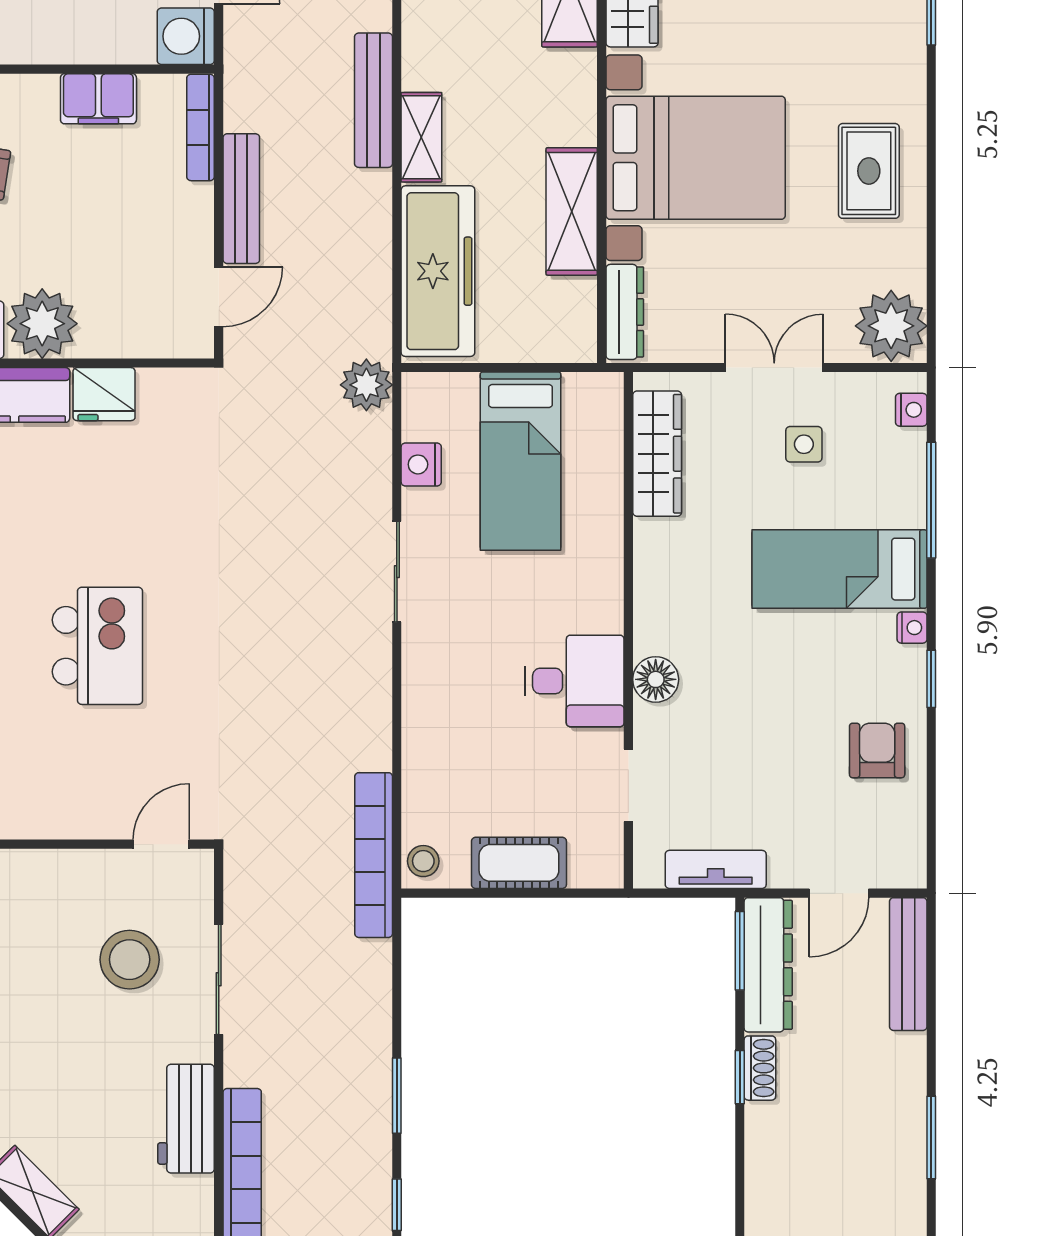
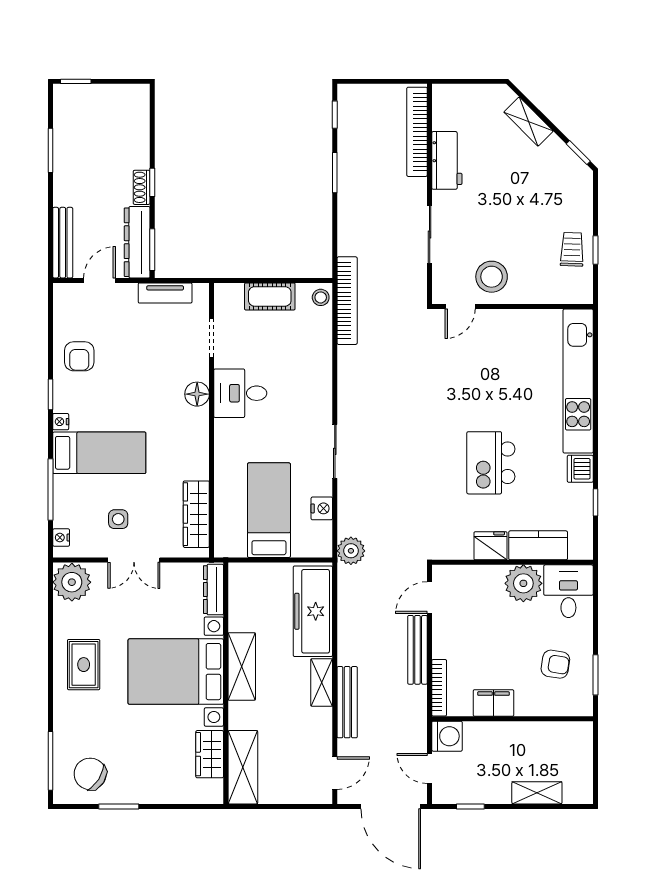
shelving: (572, 211) -> (242, 666), moved
kitchen island: (97, 646) -> (491, 463), moved
stool: (130, 960) -> (492, 277), moved

